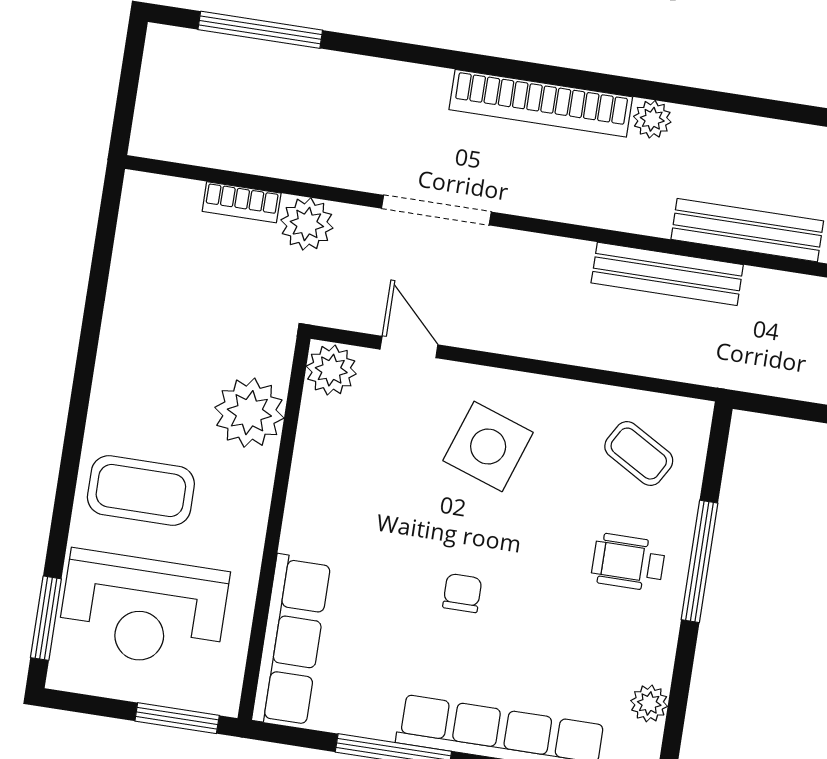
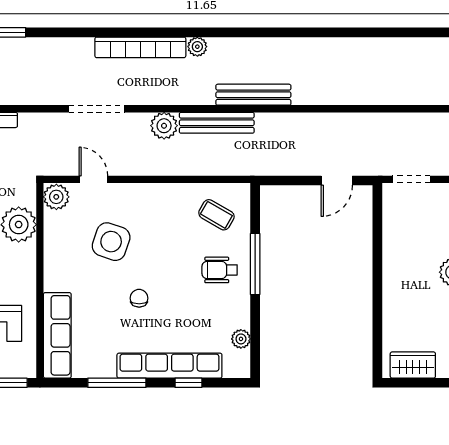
plant: (307, 224) -> (164, 126), moved
side table: (488, 446) -> (111, 242), moved

